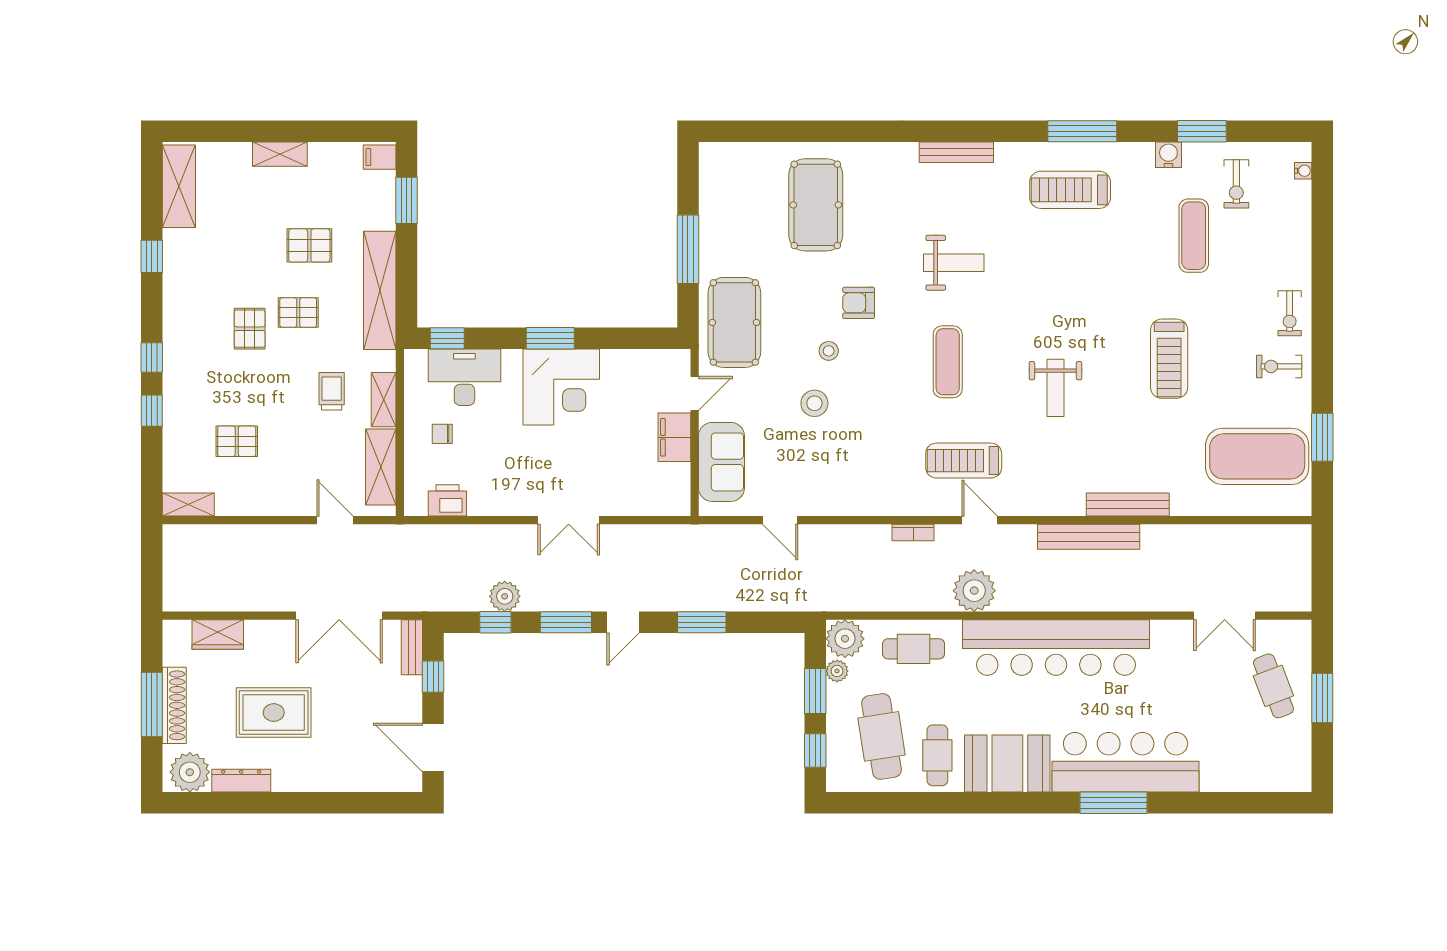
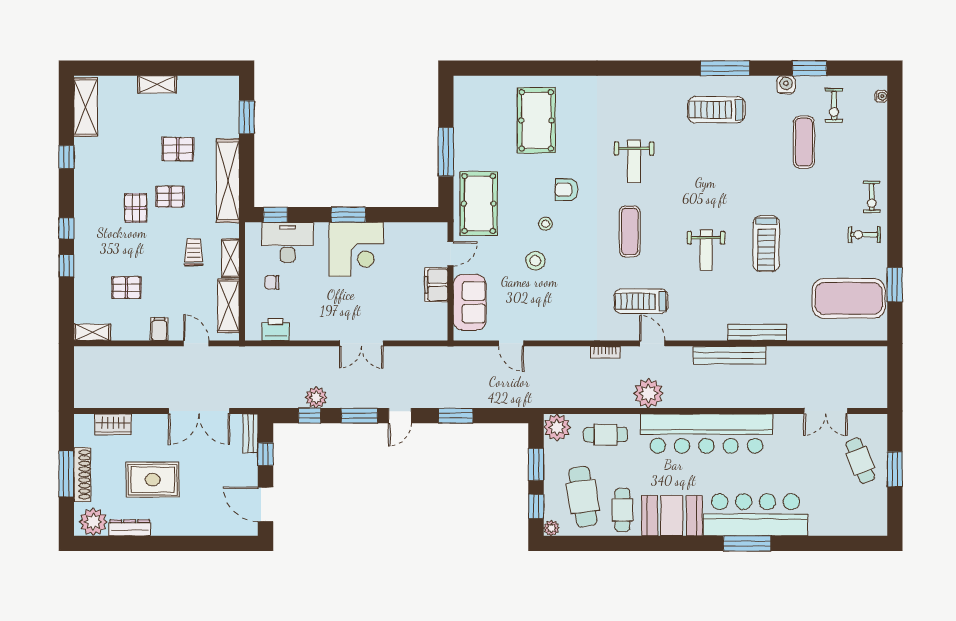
bench: (956, 152) -> (636, 83), removed
filing cabinet: (380, 157) -> (159, 329), moved, turned 90
weight bench: (954, 263) -> (634, 161), turned 90
treadmill: (1169, 359) -> (766, 244), moved
plant: (837, 671) -> (551, 528), moved

